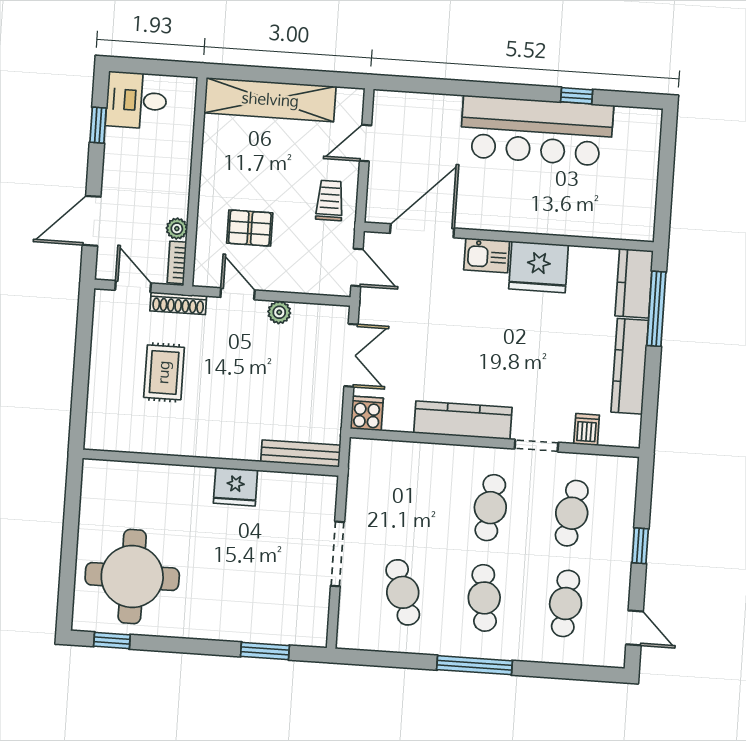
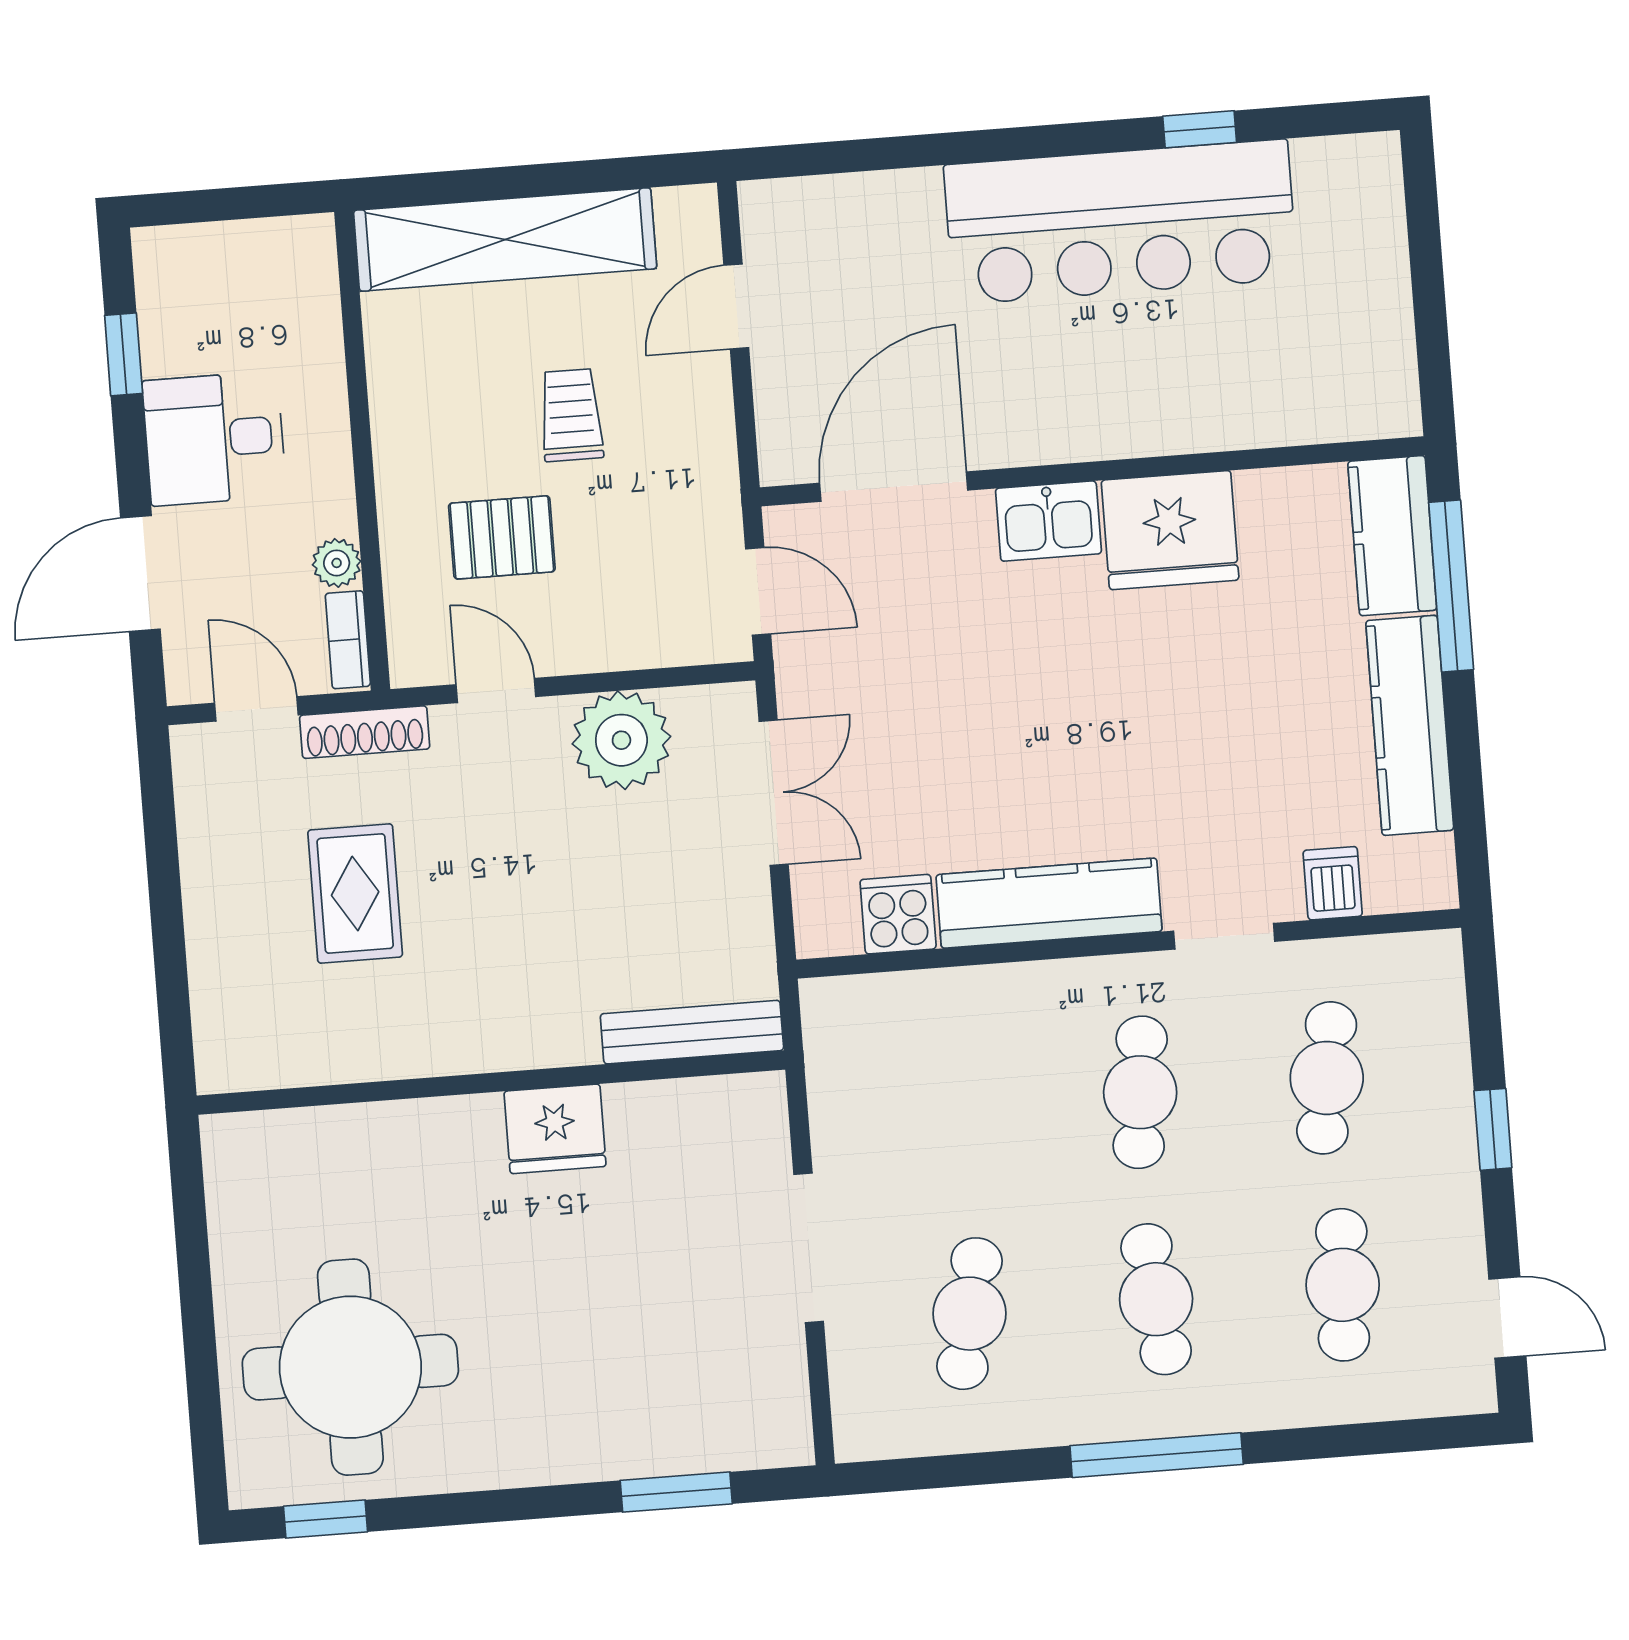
desk: (136, 100) -> (214, 439), moved
trolley: (330, 201) -> (571, 415), moved
plant: (279, 312) -> (621, 740), width x1.87, depth x1.87
cooker: (367, 413) -> (898, 914), moved
cafe table: (403, 592) -> (970, 1314), turned 30

